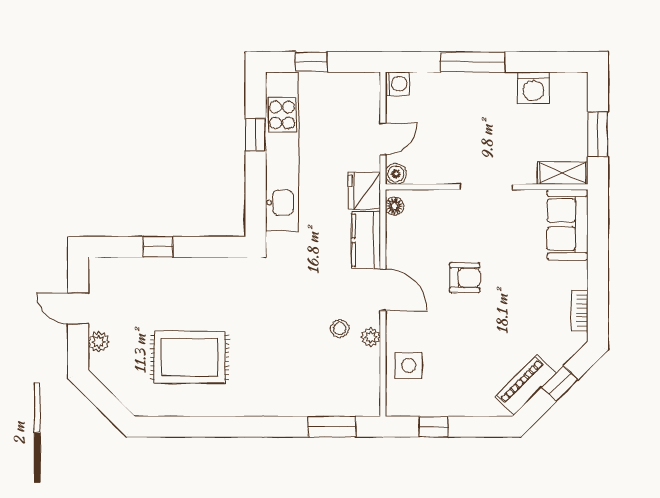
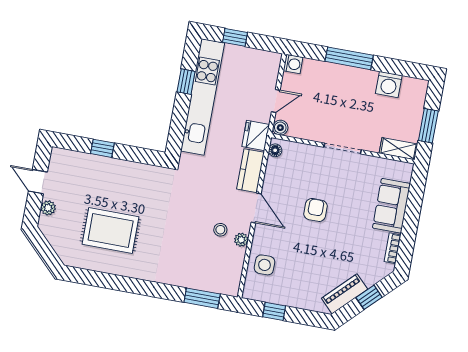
sofa: (567, 225) -> (391, 206), moved
armchair: (465, 278) -> (315, 210), turned -90

